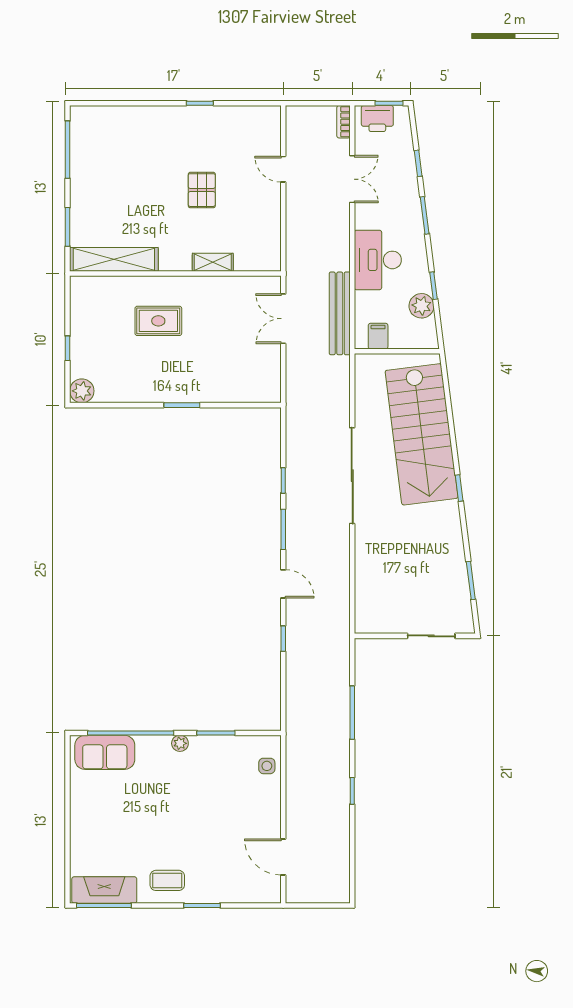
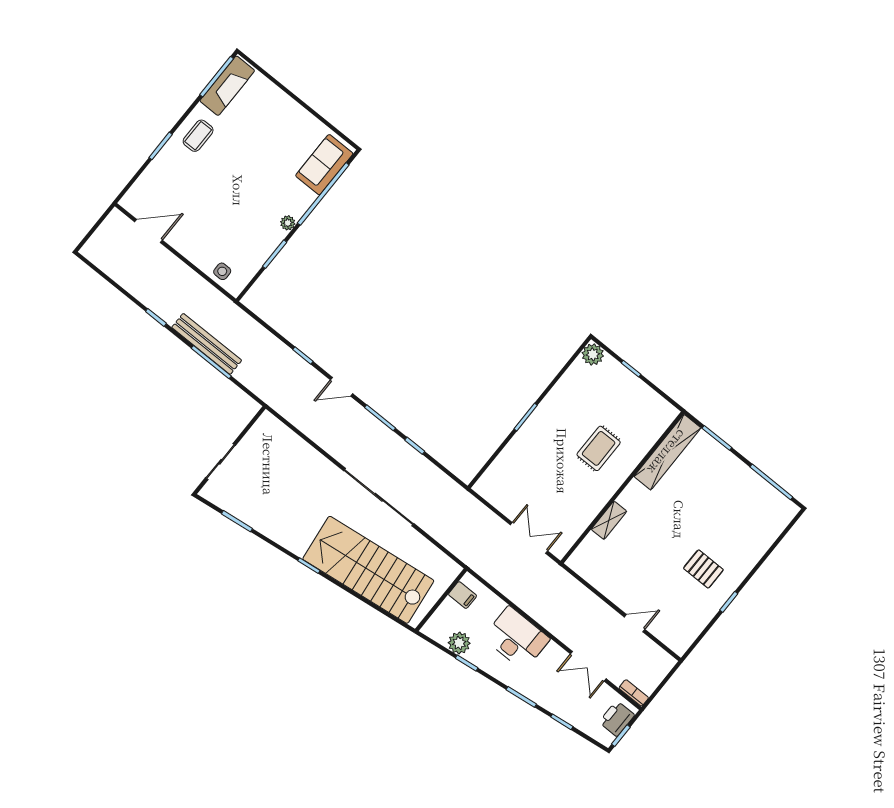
pallet: (202, 190) -> (703, 569), moved
bench: (340, 313) -> (207, 344), moved

